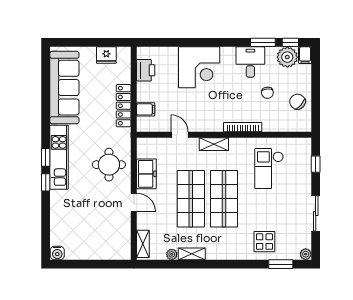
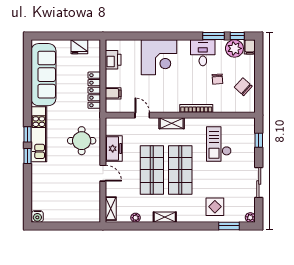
shelving: (192, 254) -> (165, 217), moved

